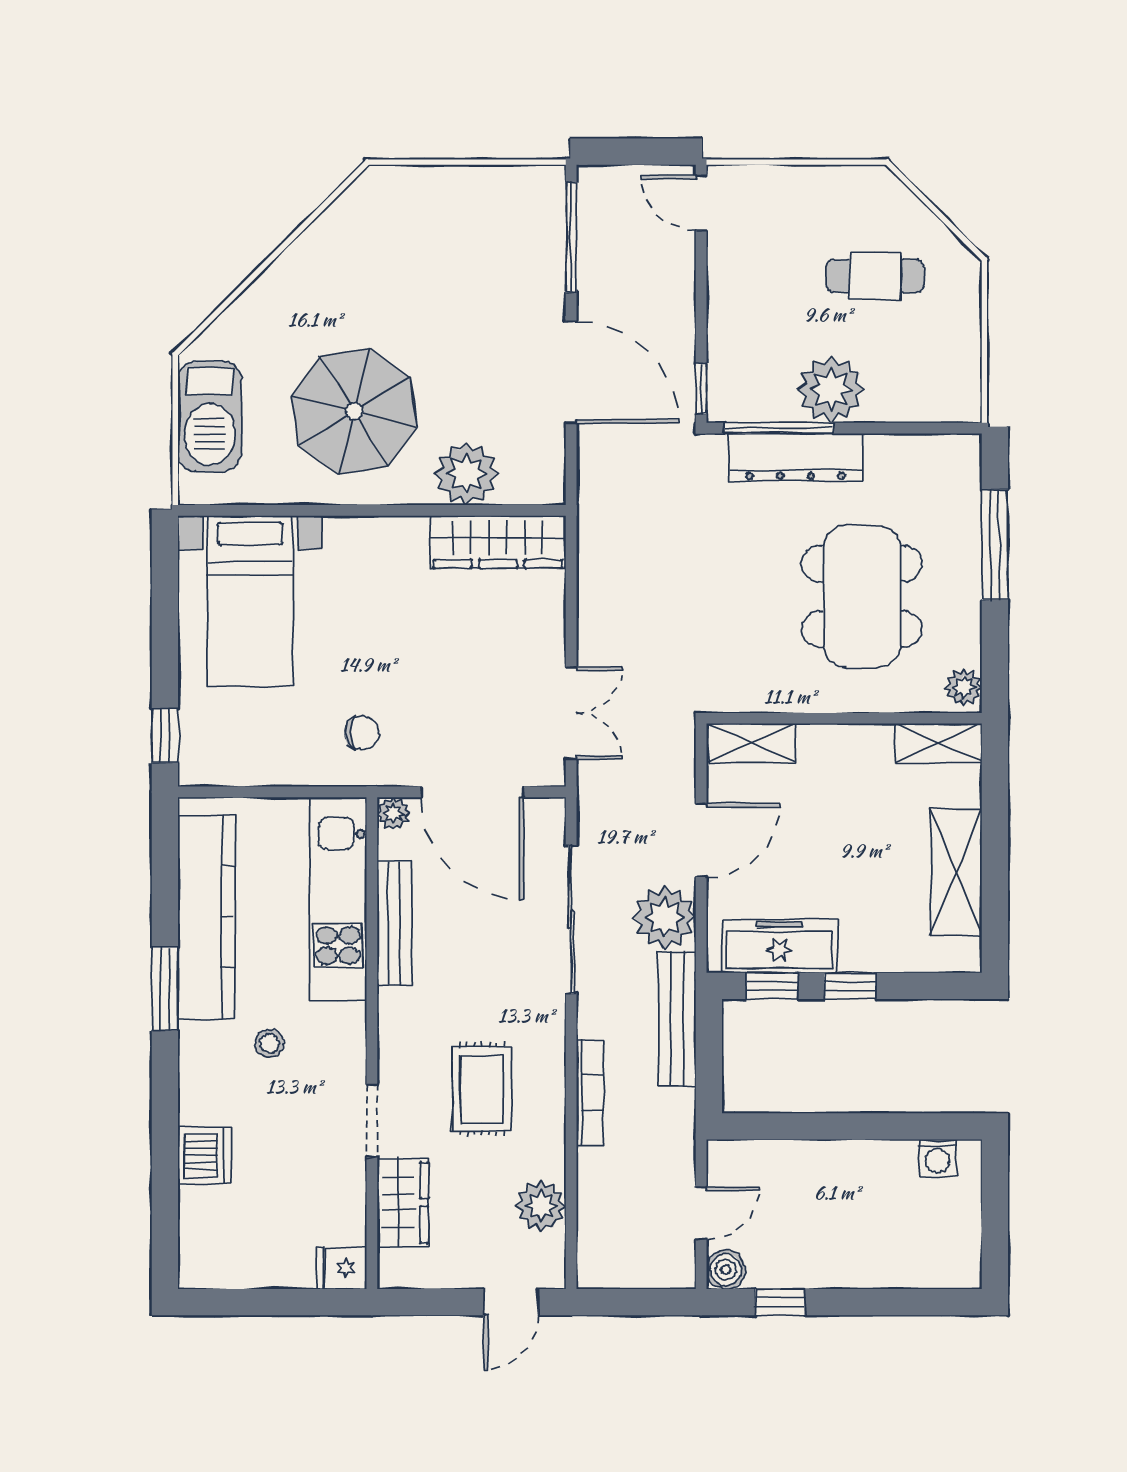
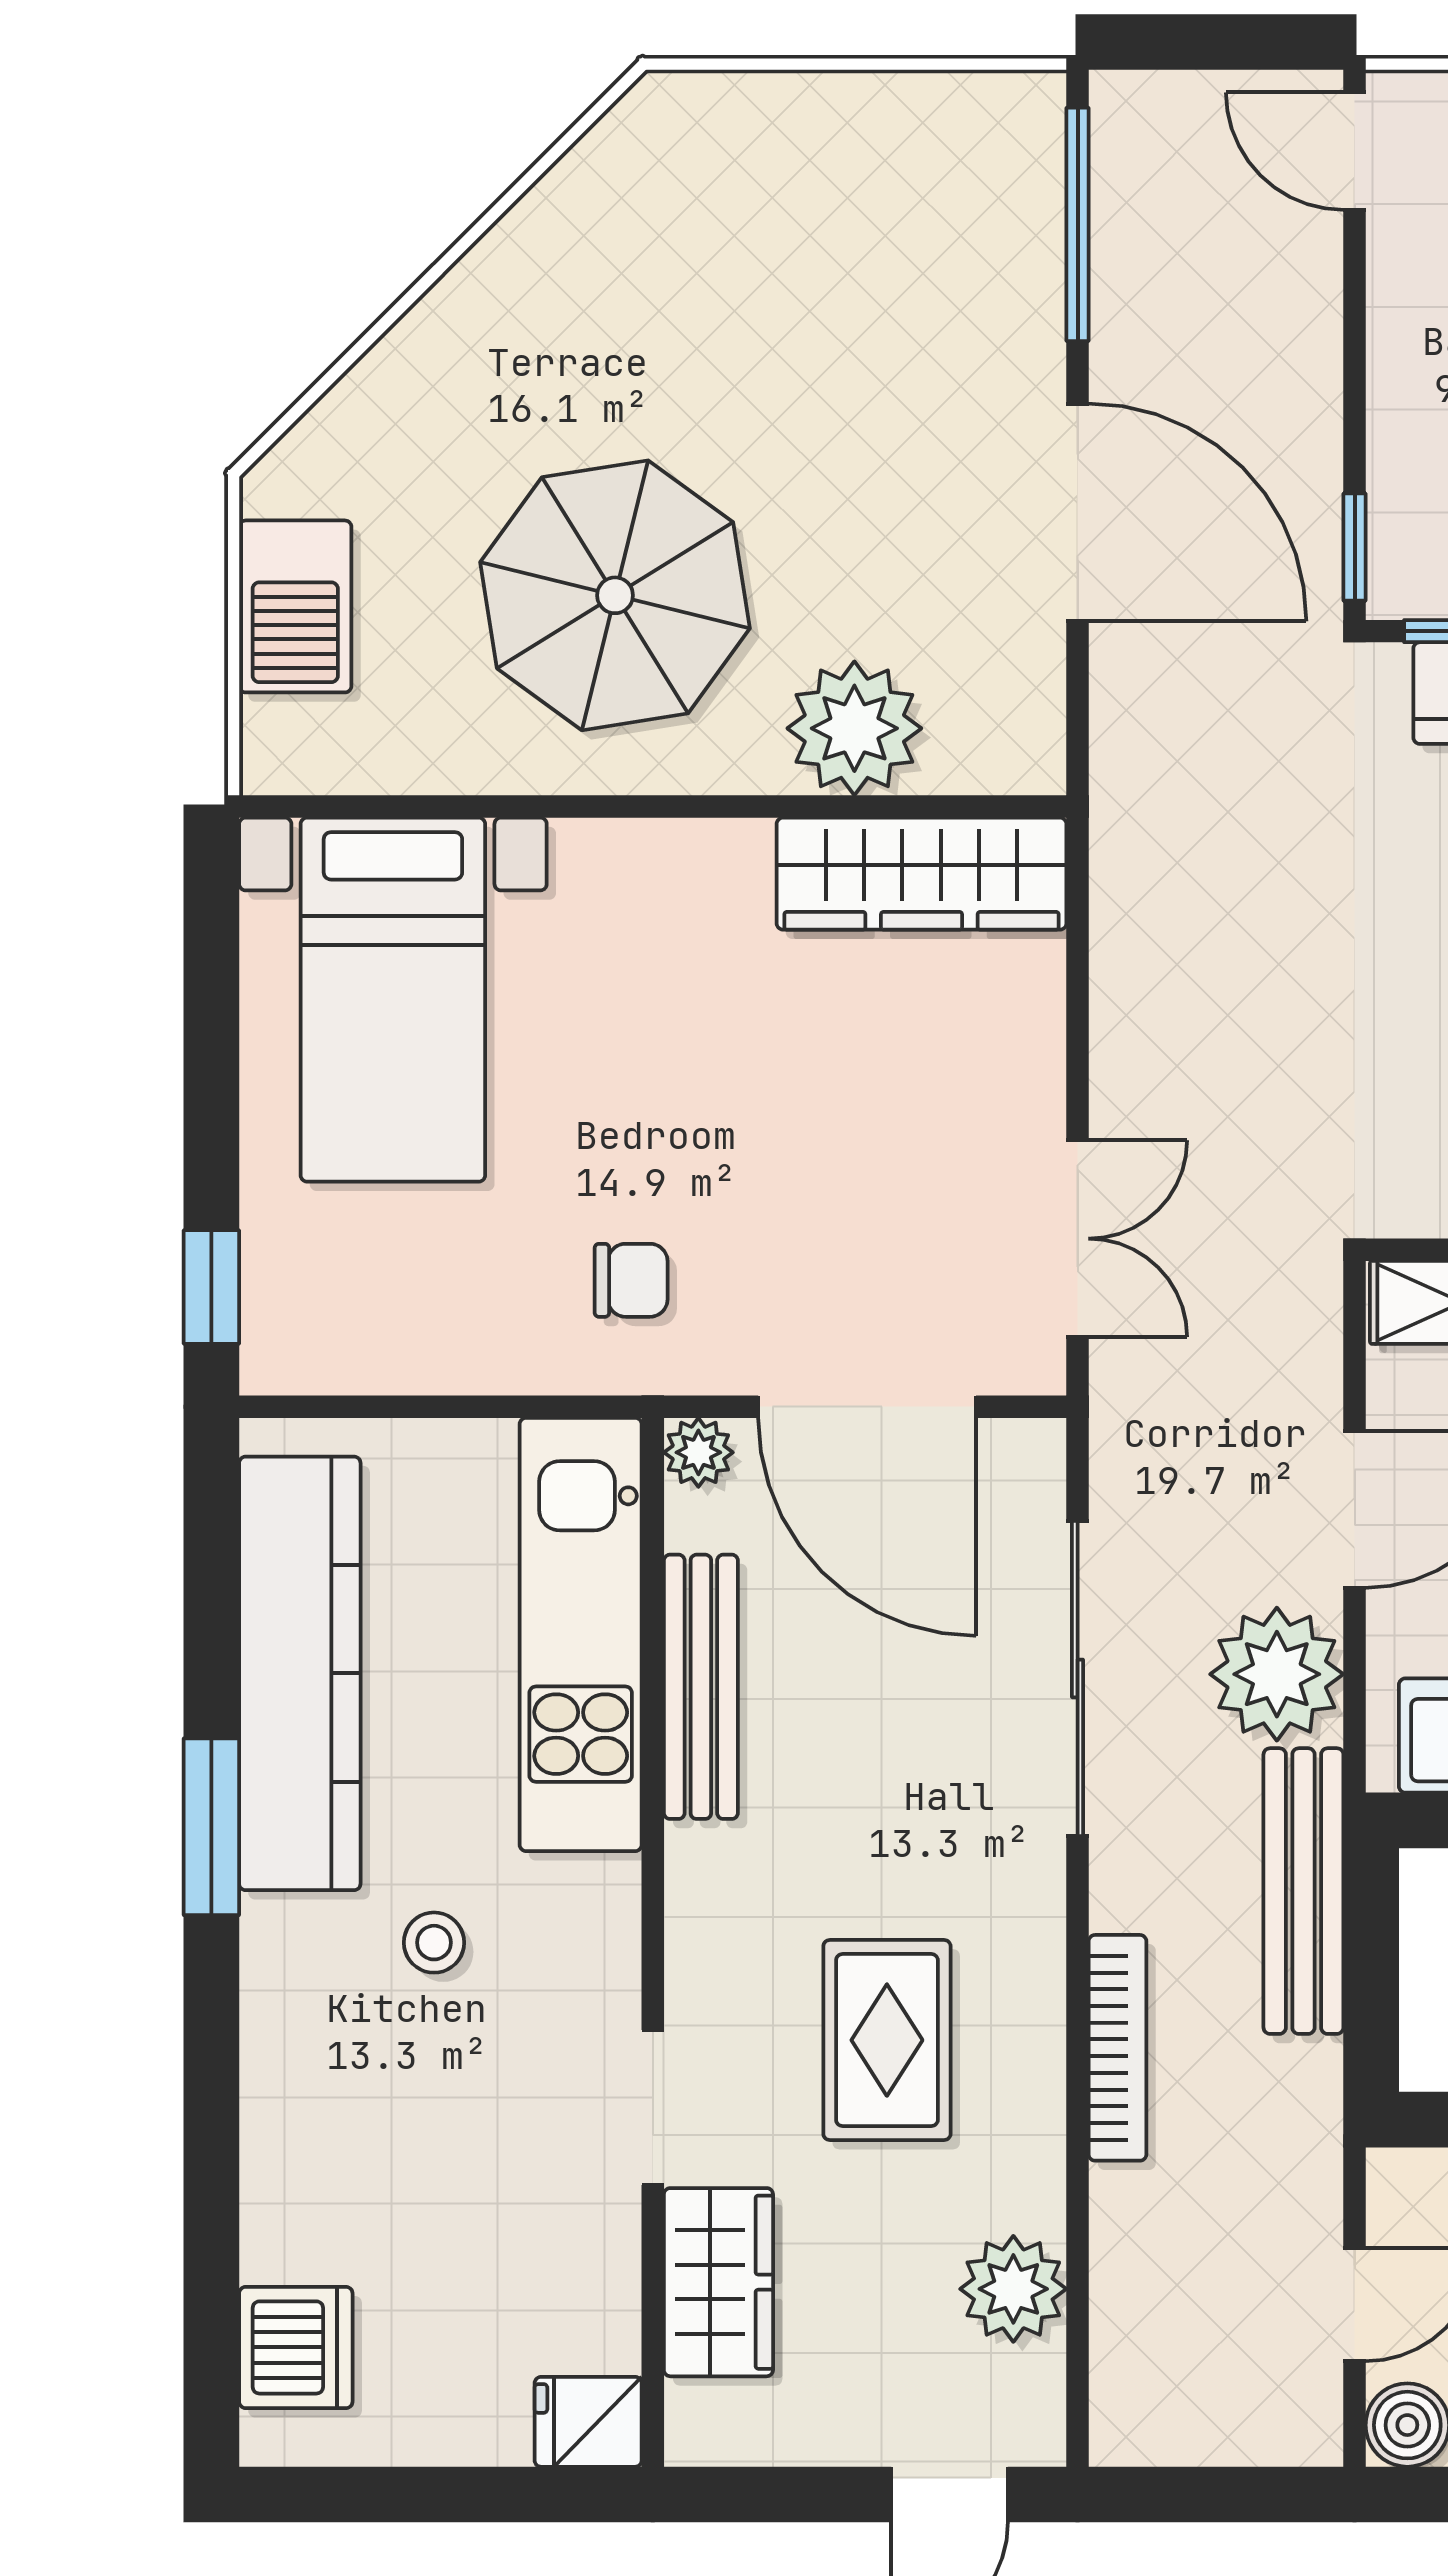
barbecue: (210, 417) -> (295, 606), width x0.73, depth x0.83
dishwasher: (204, 1155) -> (296, 2347), moved

